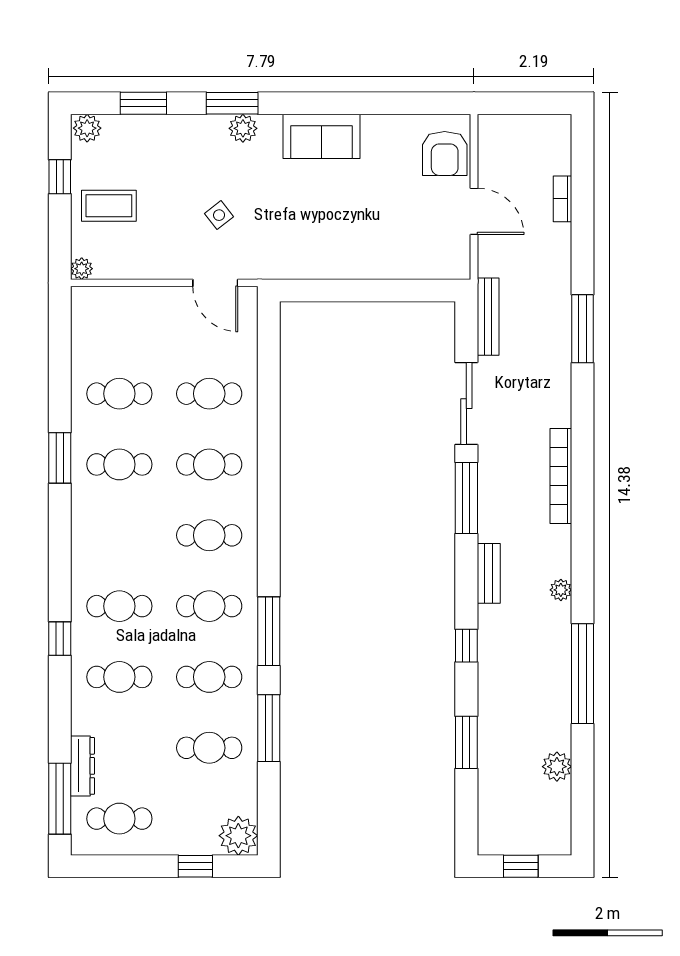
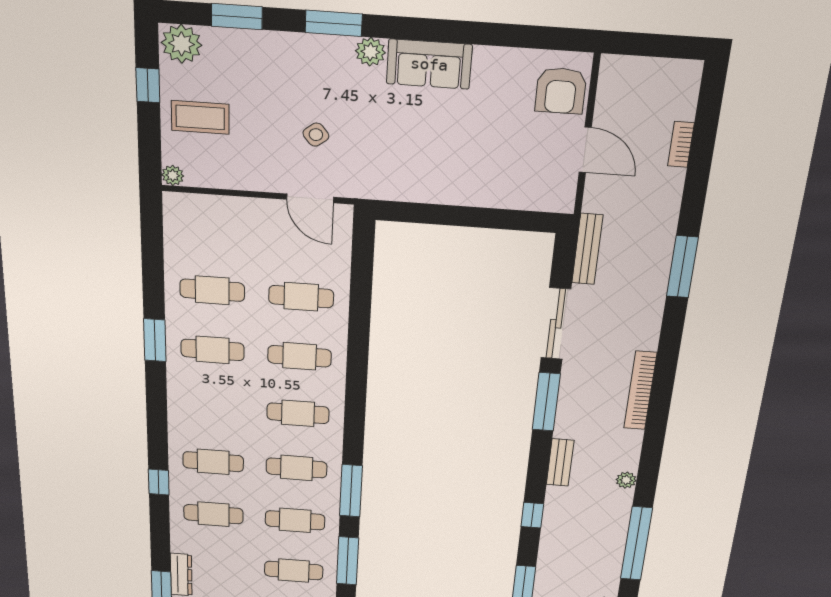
plant: (87, 128) -> (182, 44), width x1.36, depth x1.36
plant: (243, 128) -> (370, 52), moved

